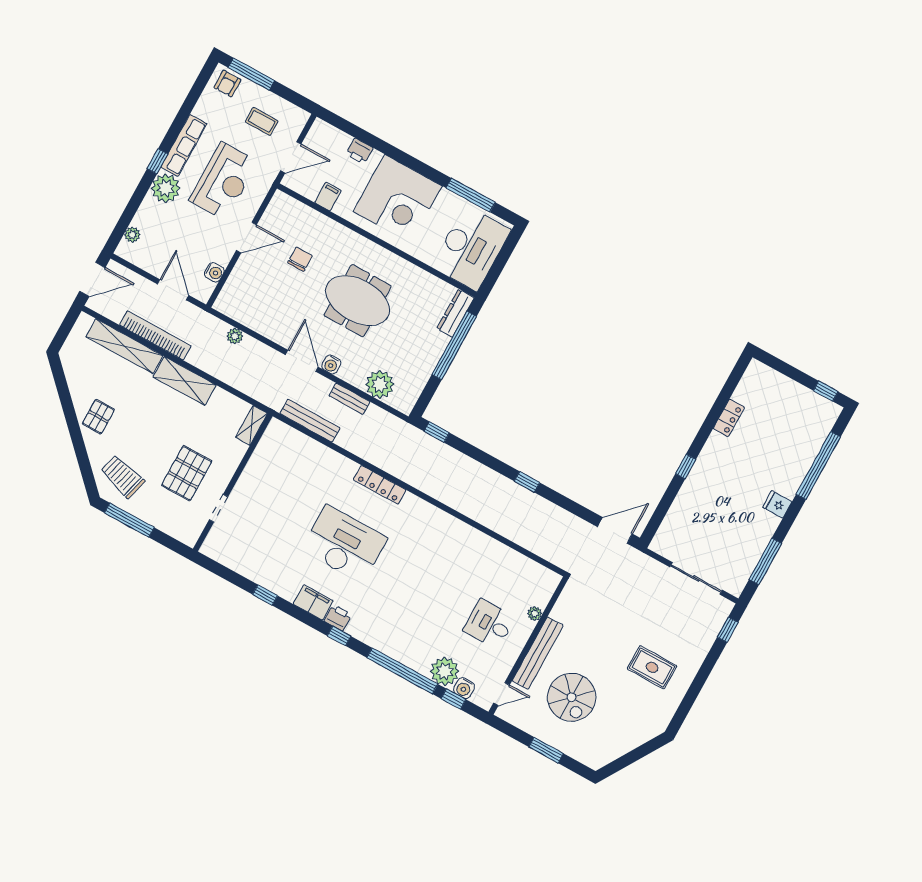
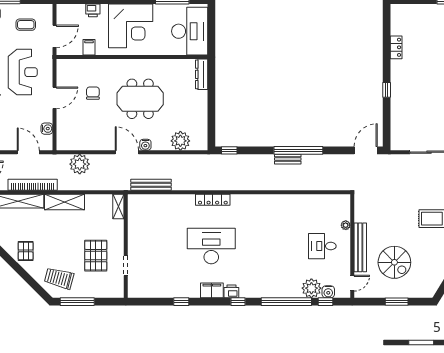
plant: (235, 336) -> (80, 164), width x1.87, depth x1.87
window: (454, 345) -> (211, 94), removed
bench: (349, 399) -> (288, 159), moved
window: (527, 482) -> (298, 150), width x3.17

